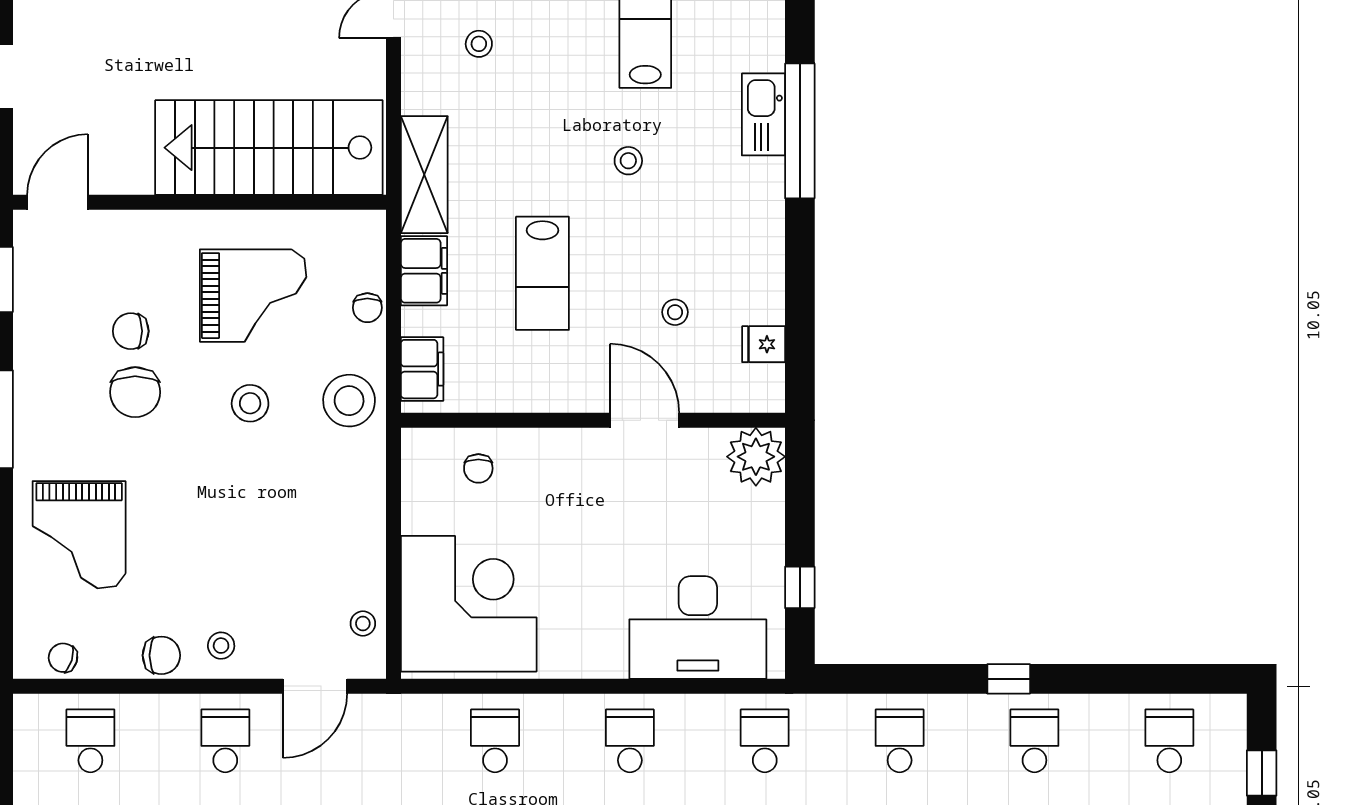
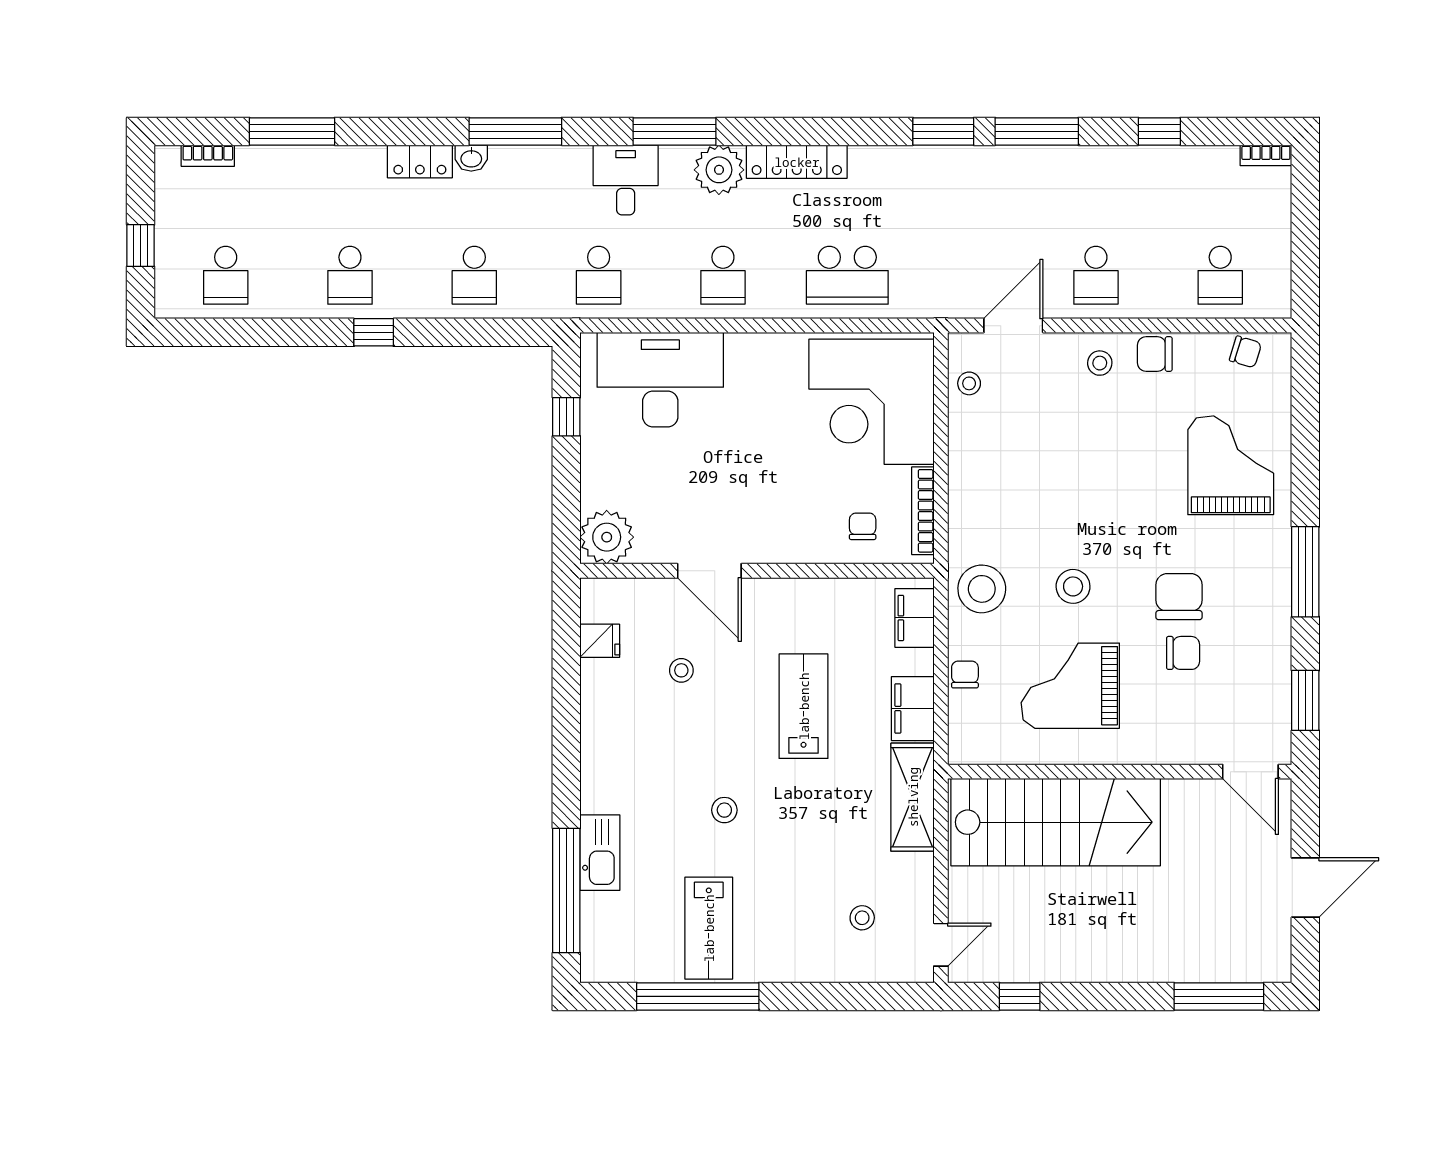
window: (800, 131) -> (566, 890), moved
door: (58, 202) -> (1250, 772), hinge flipped
bookcase: (413, 485) -> (923, 511), added
school desk: (495, 741) -> (847, 275), width x1.85

